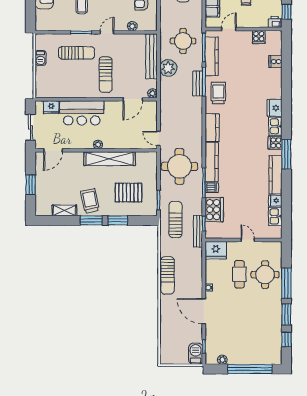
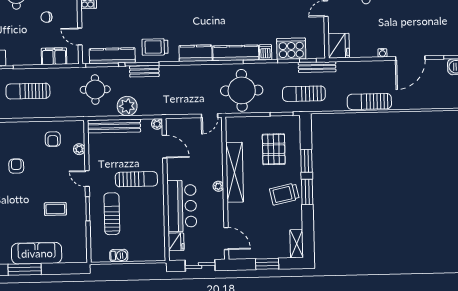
shelving: (64, 210) -> (297, 244), moved
cafe table: (239, 274) -> (366, 18), removed
sun lounger: (168, 275) -> (369, 101), turned 180

